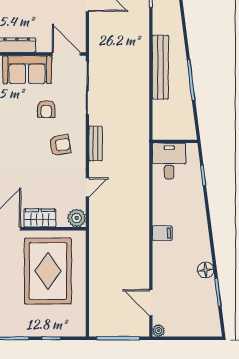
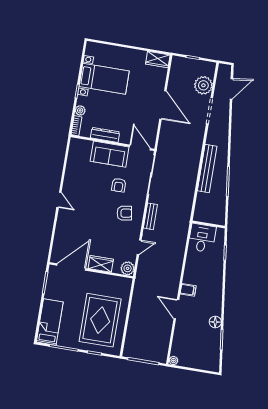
rug: (48, 271) -> (100, 320), moved
door: (151, 303) -> (176, 309), moved

